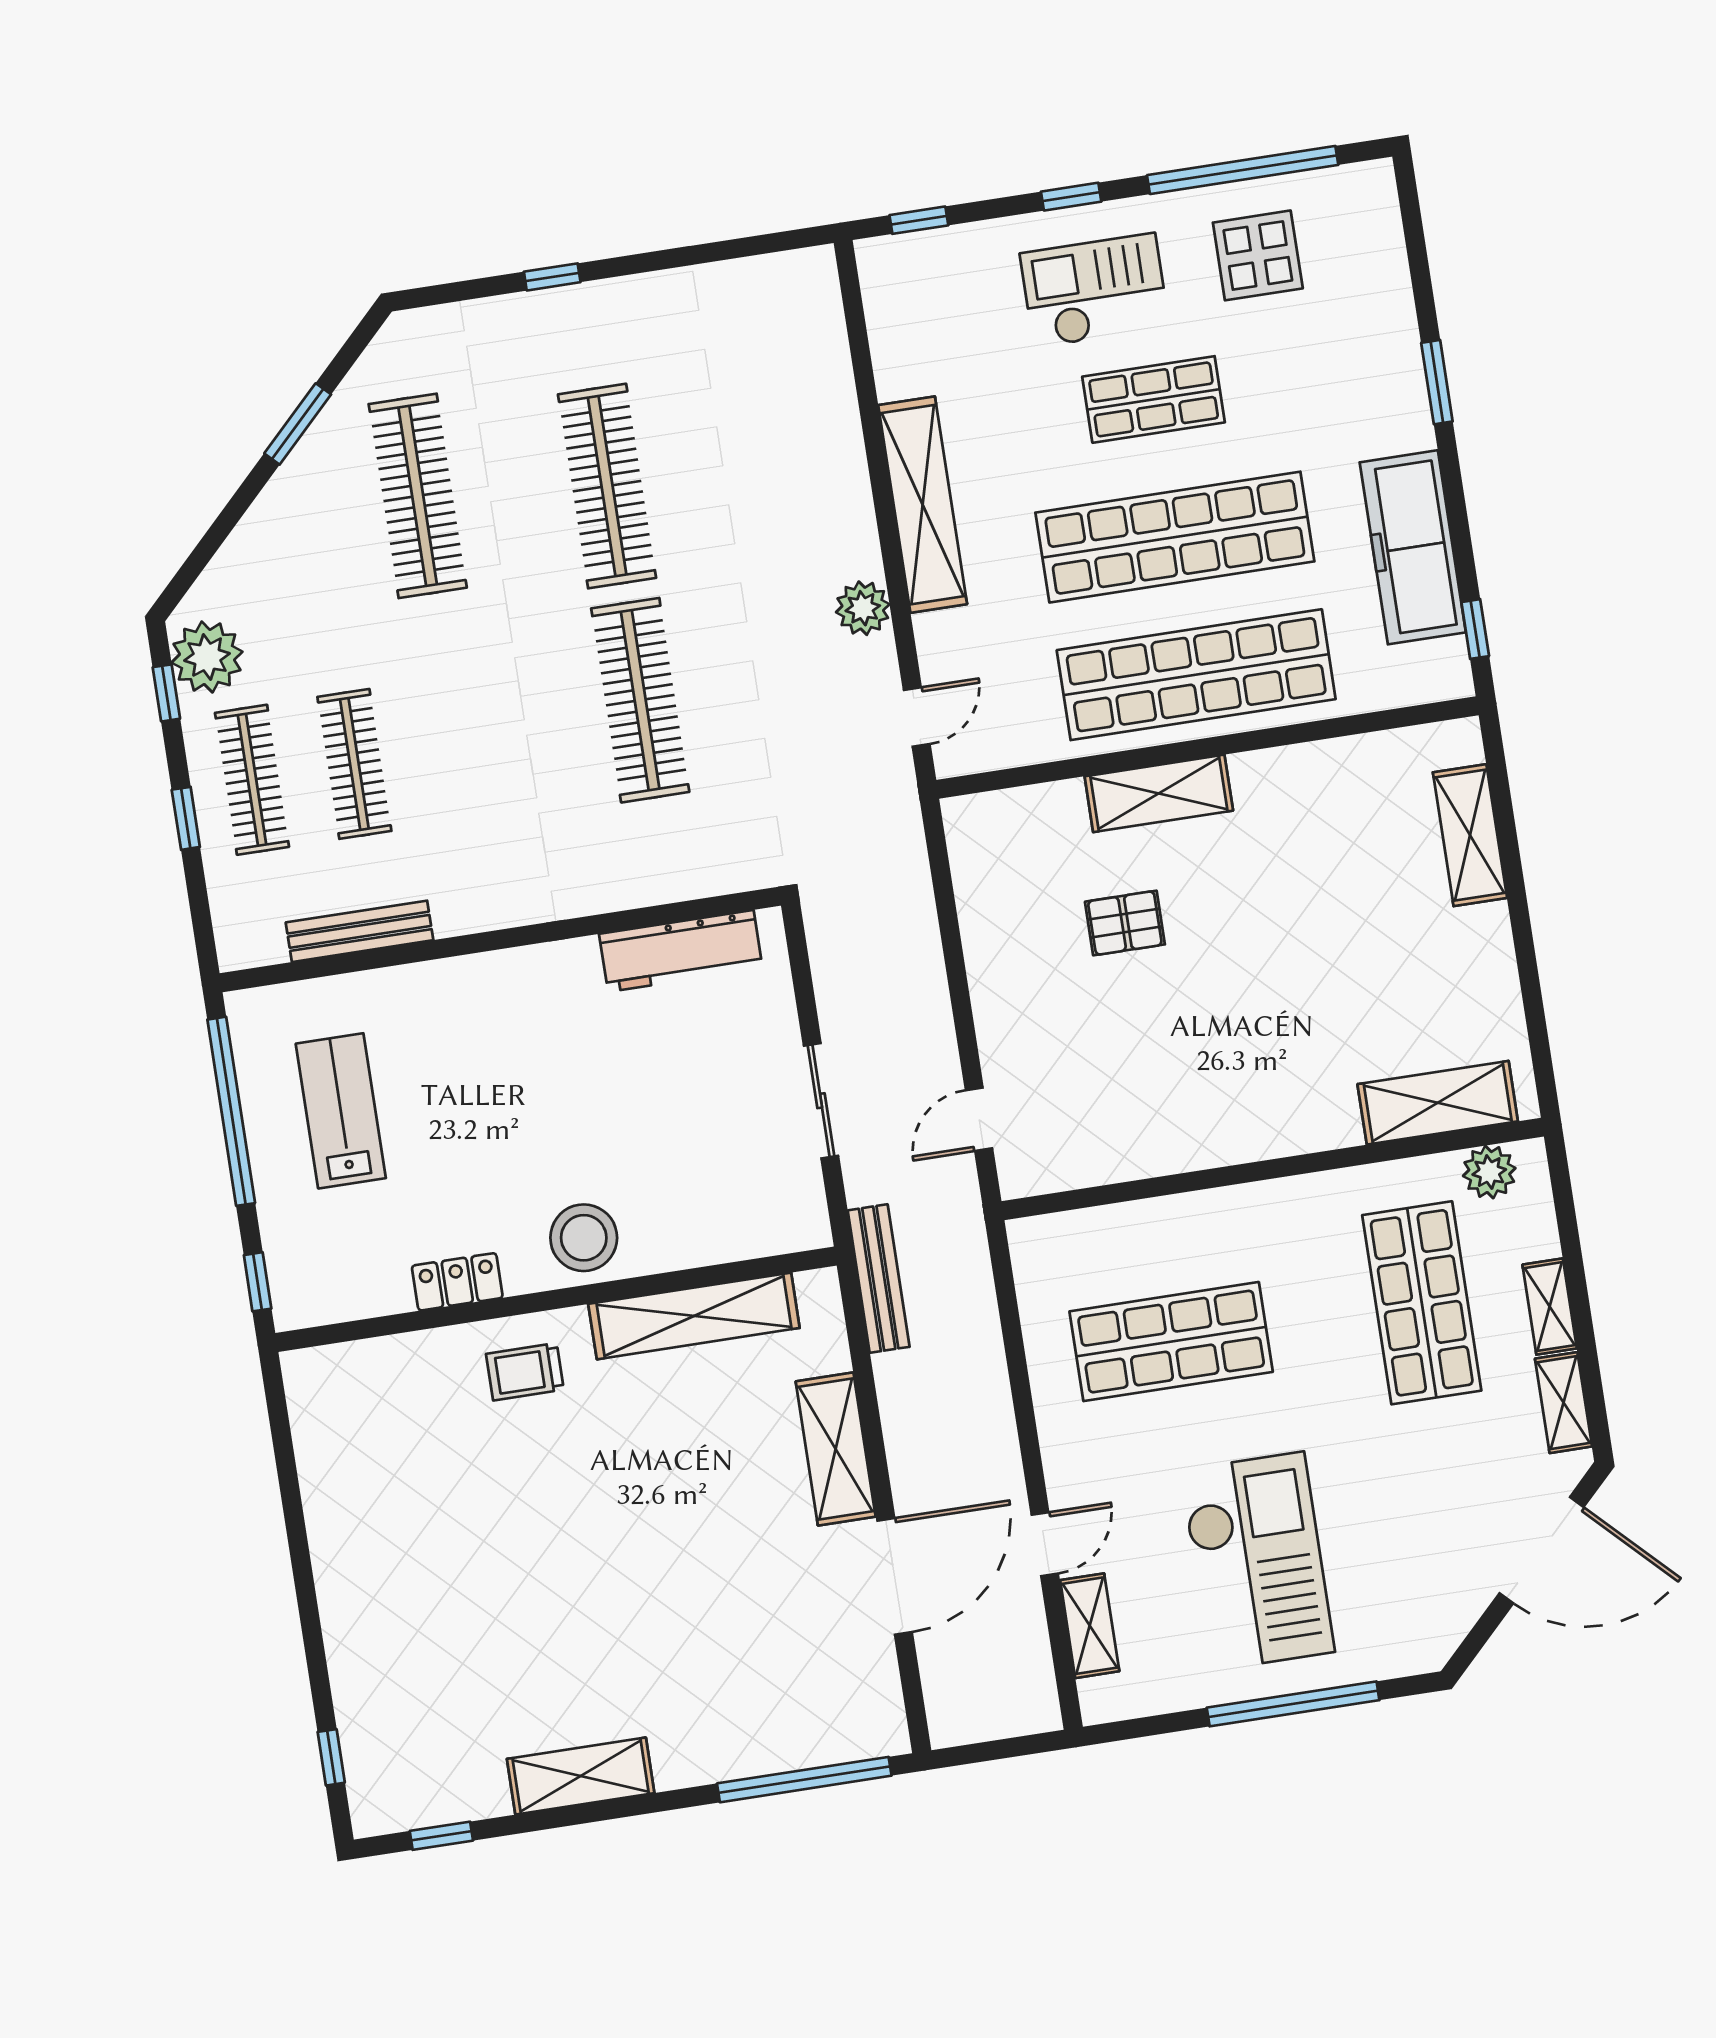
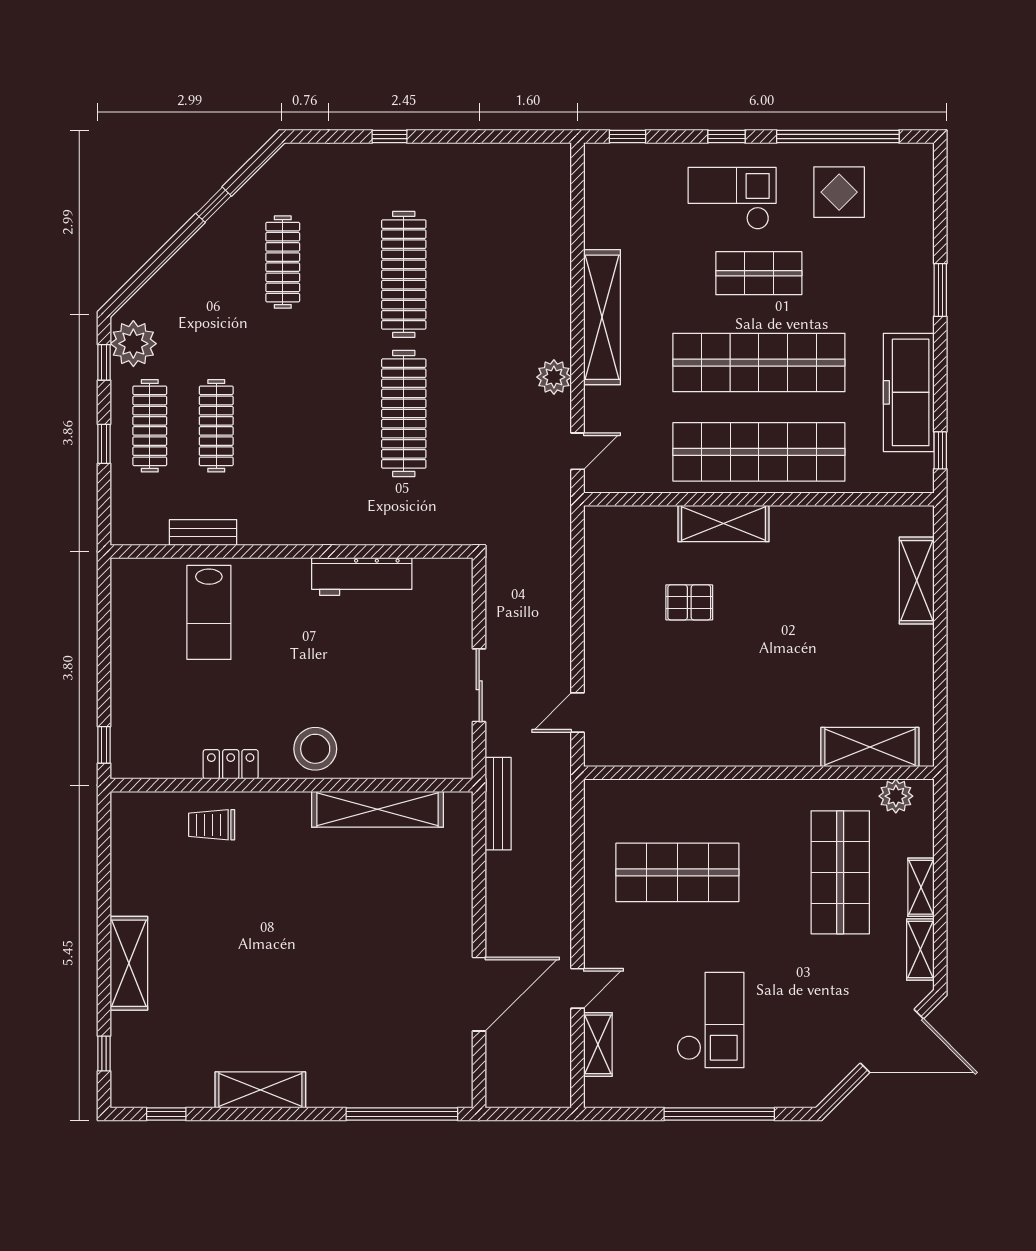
window: (298, 424) -> (214, 205), width x0.67
clothes rail: (418, 496) -> (283, 262), width x0.73, depth x0.76
bench: (359, 931) -> (203, 532), width x0.73
workbench: (681, 951) -> (362, 576), moved
window: (231, 1111) -> (104, 634), removed
lab bench: (341, 1111) -> (209, 612), moved, turned 180
trolley: (525, 1372) -> (212, 825), moved
shelving: (836, 1449) -> (129, 963), moved
checkout: (1257, 1561) -> (710, 1020), width x0.73, depth x0.83

